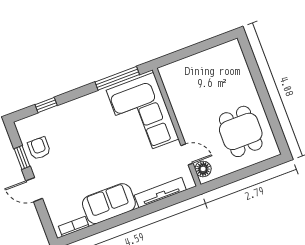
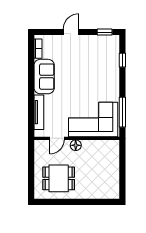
armchair: (39, 148) -> (96, 45), removed
window: (22, 158) -> (105, 32), moved
floor lamp: (203, 169) -> (76, 145), moved

